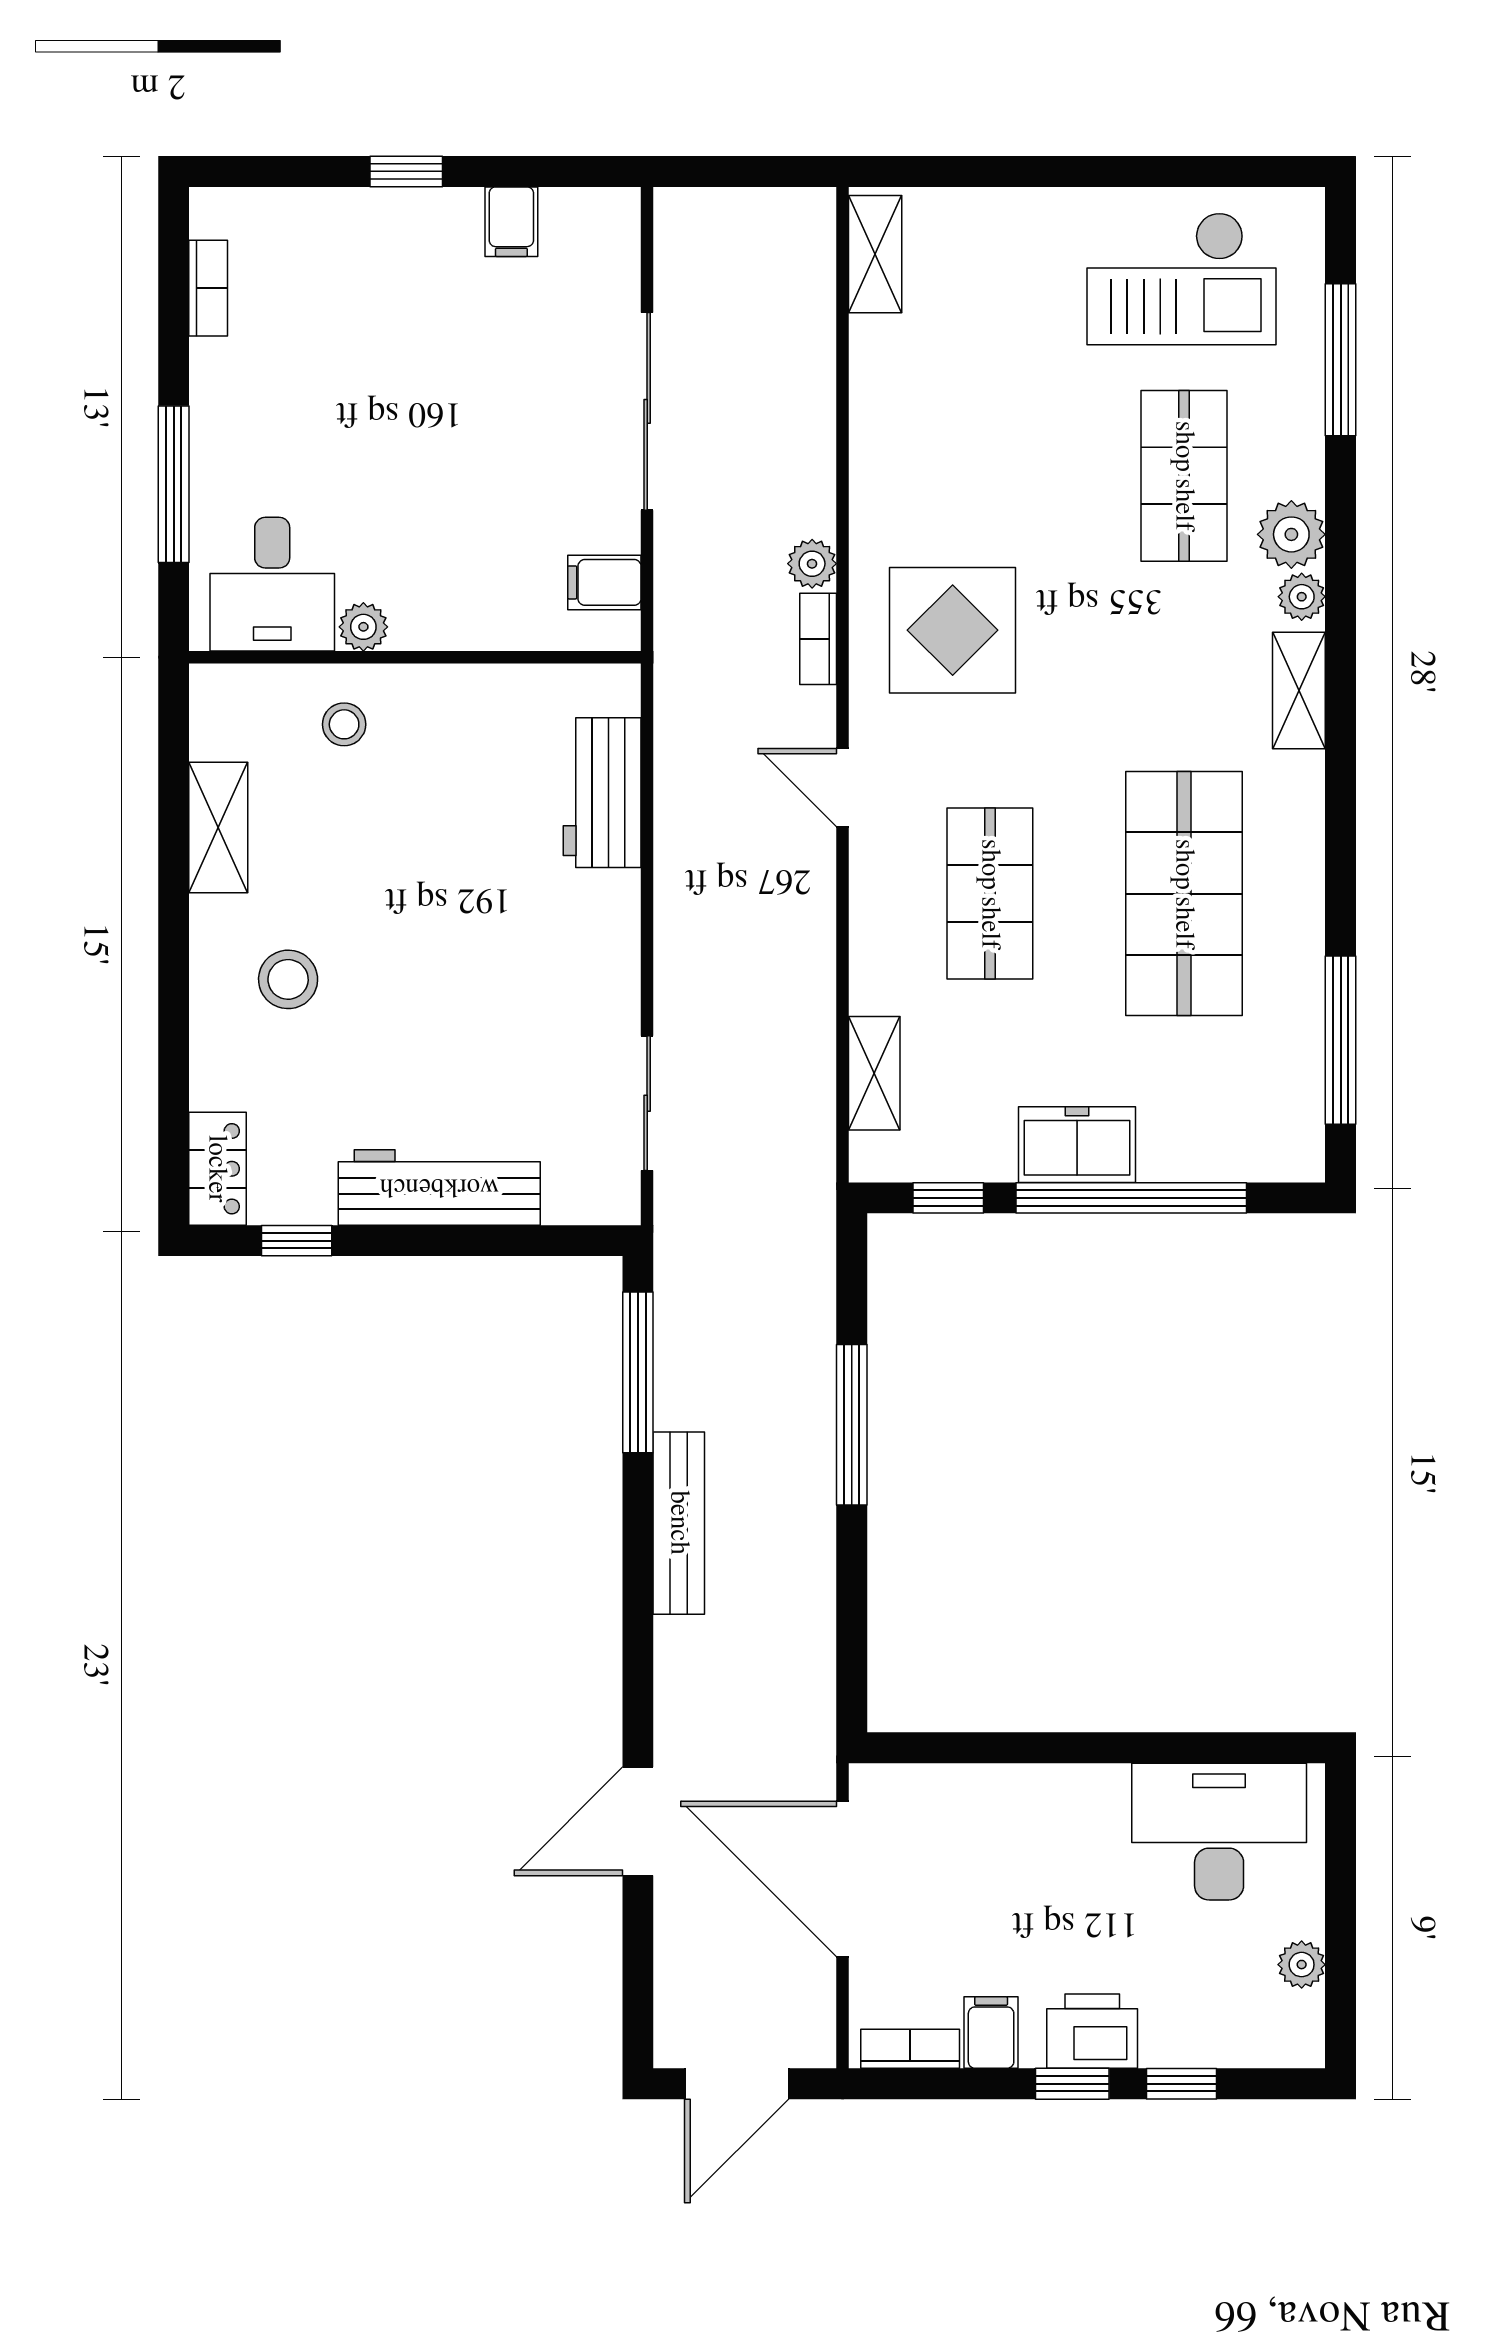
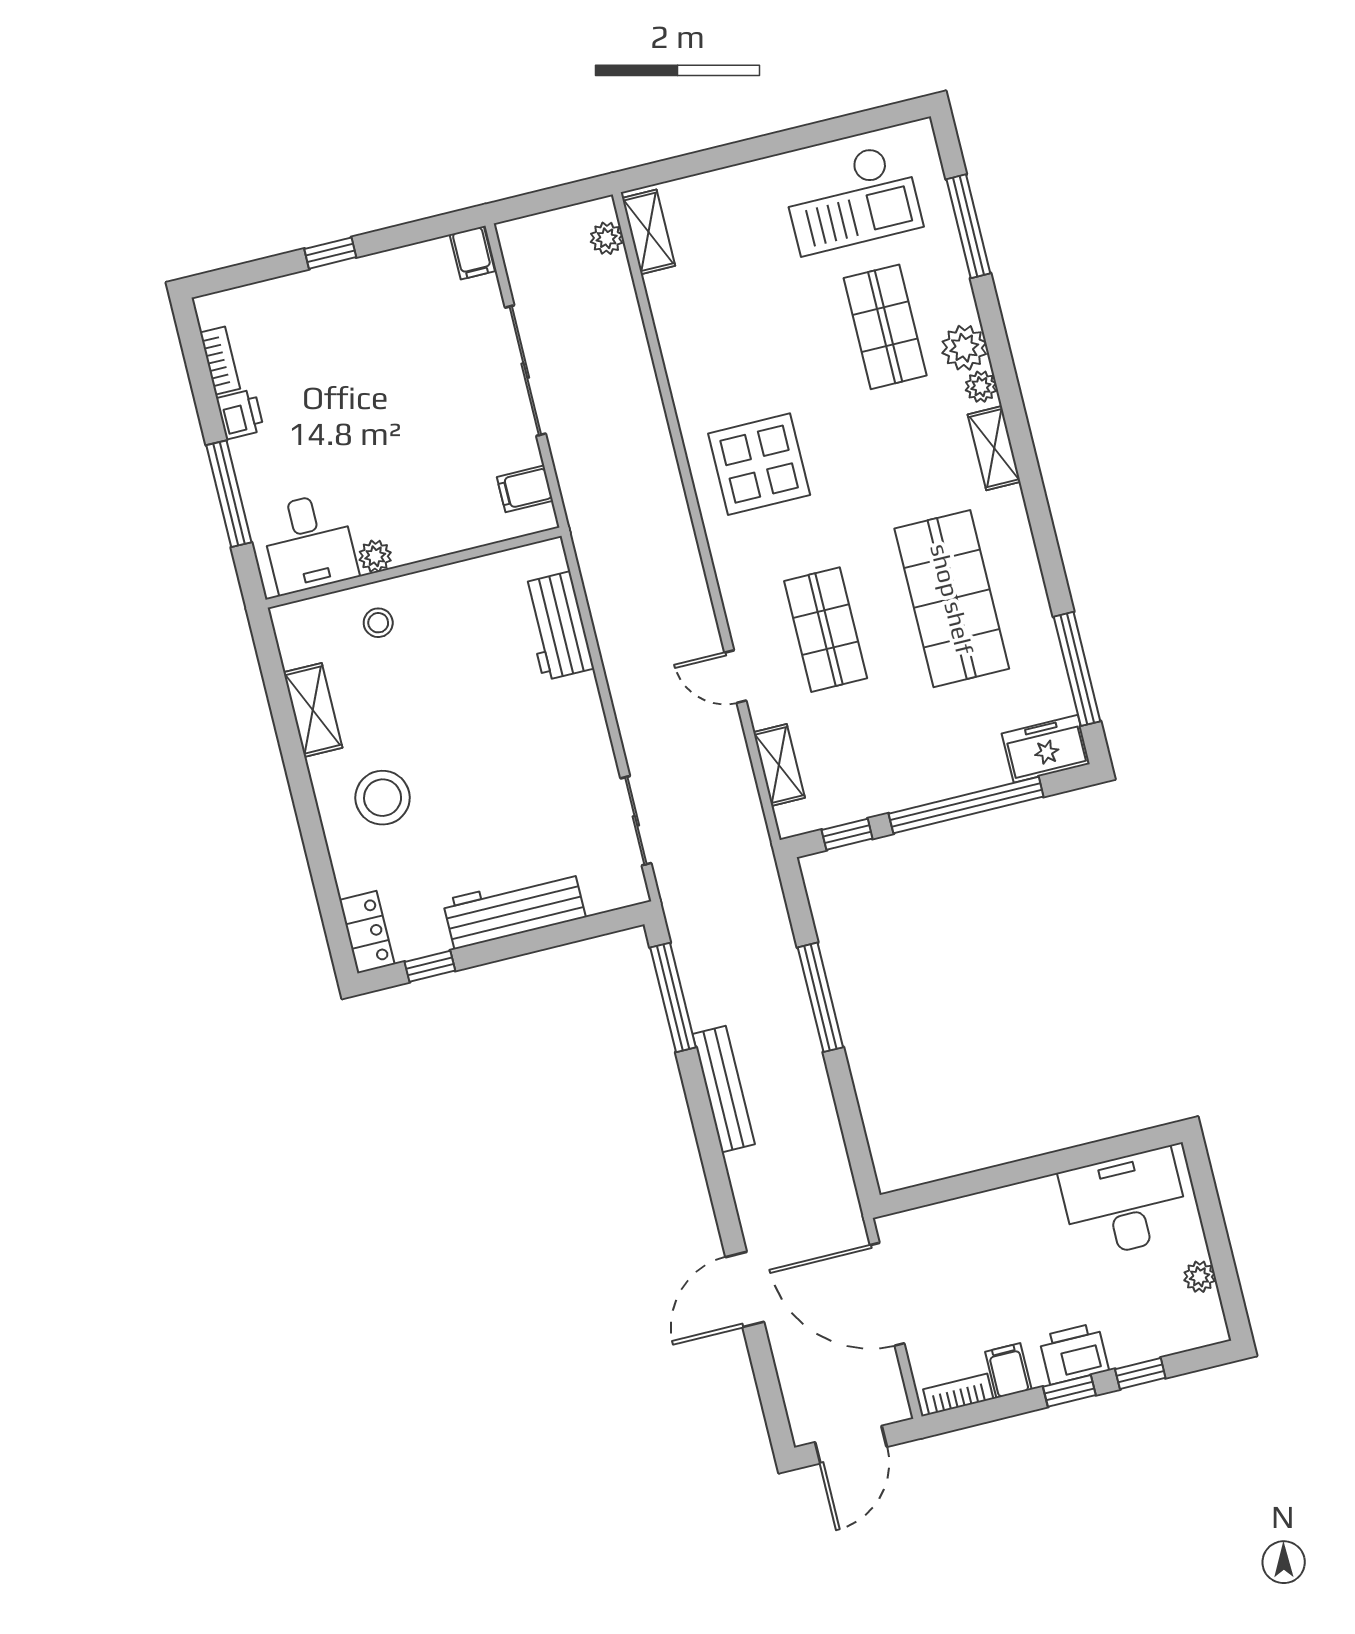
filing cabinet: (511, 222) -> (472, 253), moved
printer: (218, 373) -> (240, 414), added
plant: (812, 564) -> (607, 238), moved
bookcase: (818, 639) -> (673, 491), removed
door: (843, 787) -> (735, 677), moved
stool: (288, 979) -> (383, 798), width x1.38, depth x1.38
freezer: (1077, 1145) -> (1046, 749), moved

